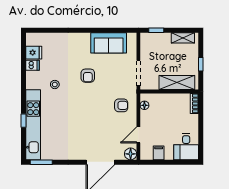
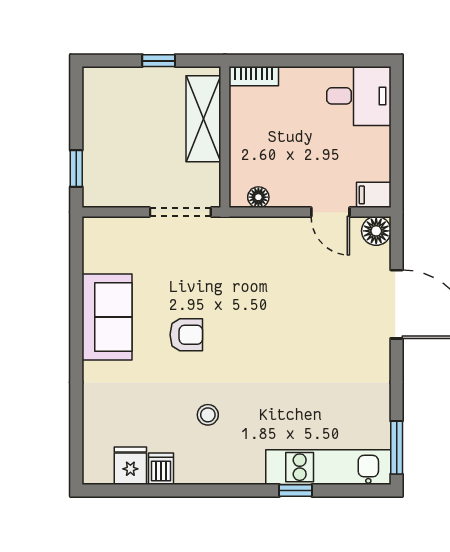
shelving: (183, 38) -> (95, 104), removed
sofa: (109, 43) -> (107, 317), moved
armchair: (121, 105) -> (259, 254), removed
kitchen unit: (33, 125) -> (328, 467), width x0.73
filing cabinet: (159, 153) -> (374, 195), moved

